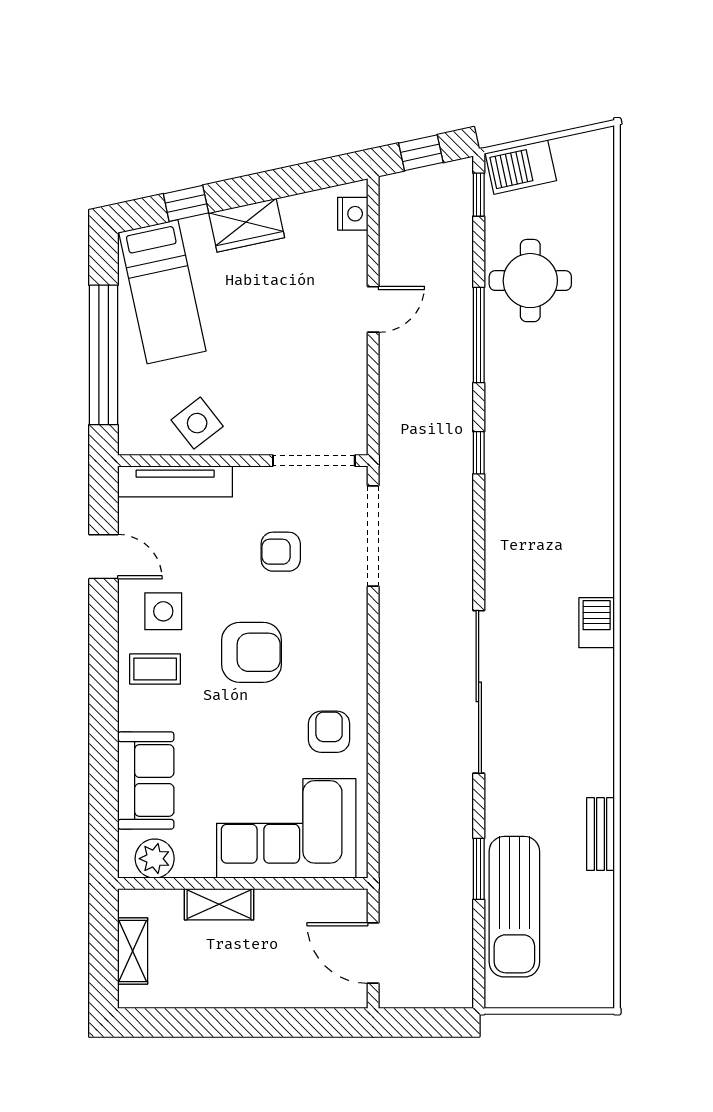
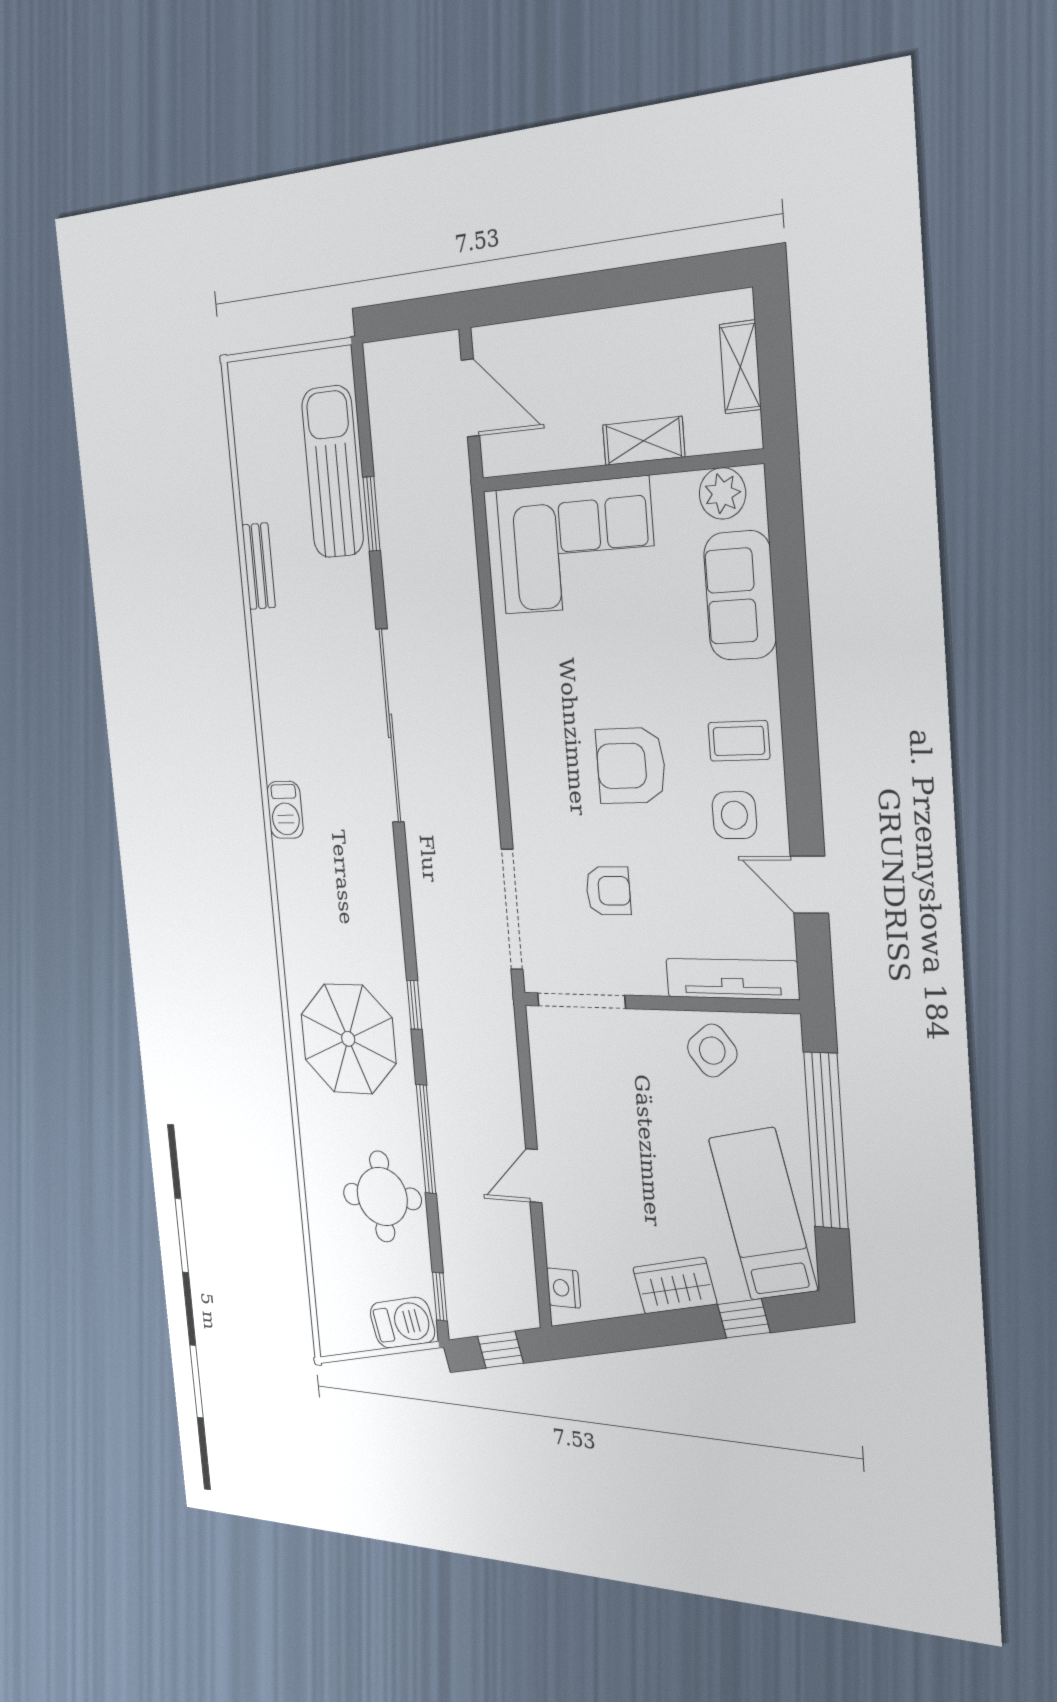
parasol: (551, 421) -> (348, 1039), added
armchair: (329, 732) -> (539, 670), removed

